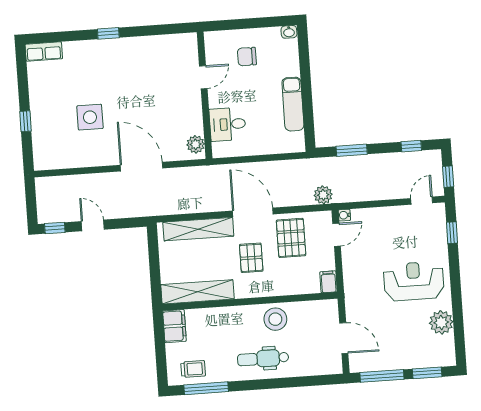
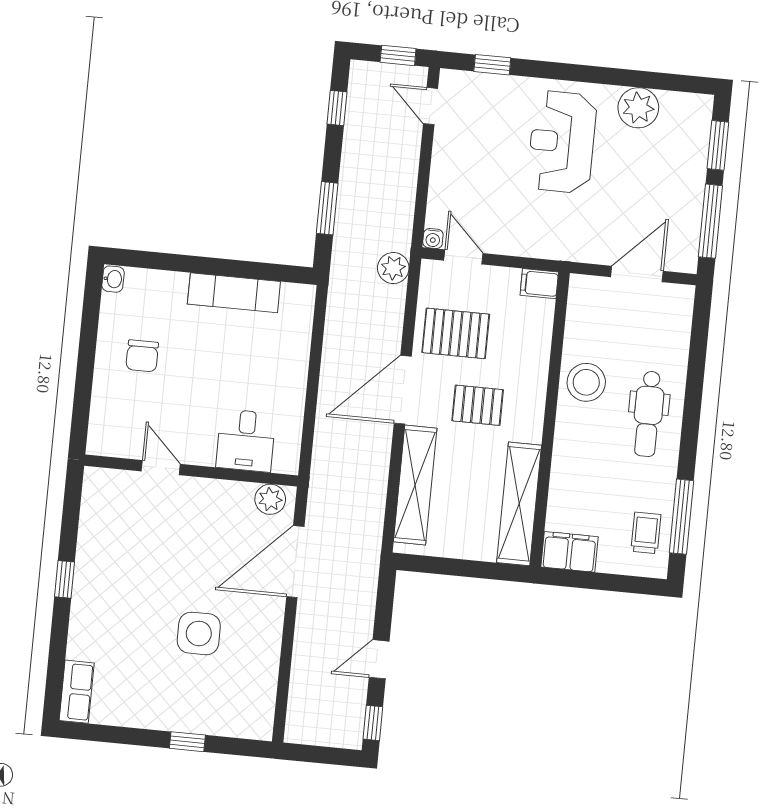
door: (203, 77) -> (161, 468), moved
wall: (205, 95) -> (191, 471), moved
desk: (228, 124) -> (246, 441), moved
plant: (196, 144) -> (270, 499), moved

